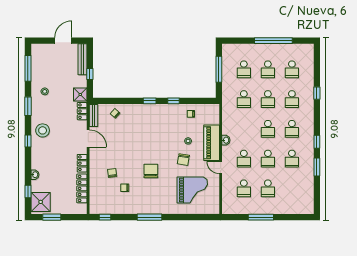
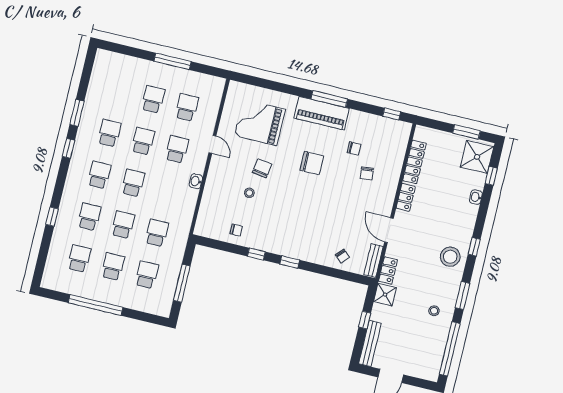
window: (28, 68) -> (450, 349), width x1.46
piano: (212, 143) -> (322, 113), moved, turned 90
chair: (151, 171) -> (312, 163), turned -90

